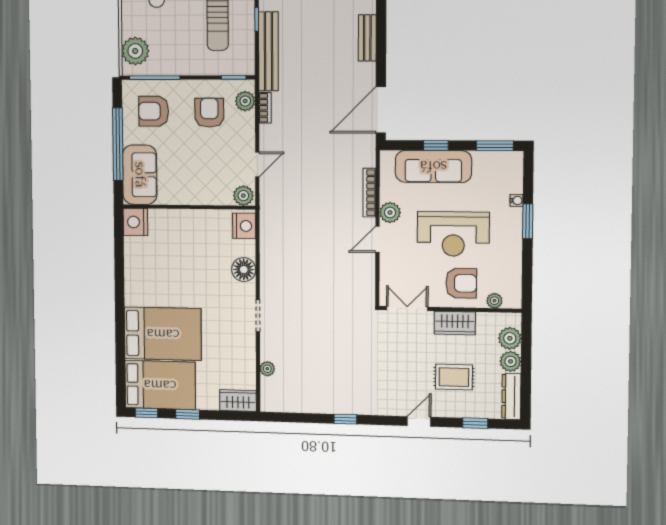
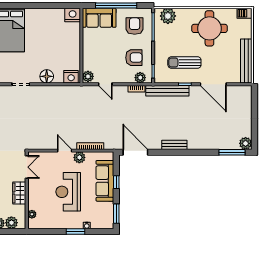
armchair: (461, 283) -> (41, 196), removed

